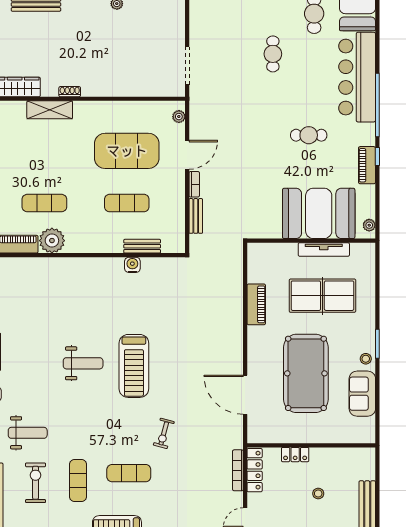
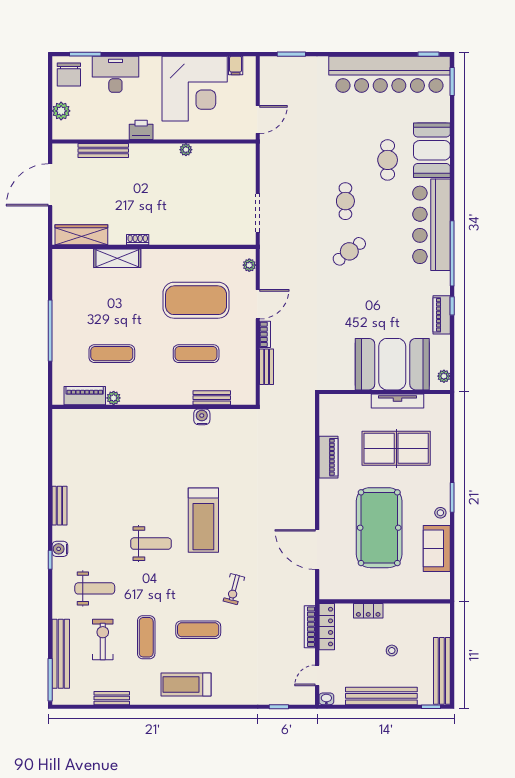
cafe table: (309, 135) -> (349, 251), moved, turned -38
plant: (52, 241) -> (114, 398), width x0.53, depth x0.53
weight bench: (83, 363) -> (151, 544), moved

